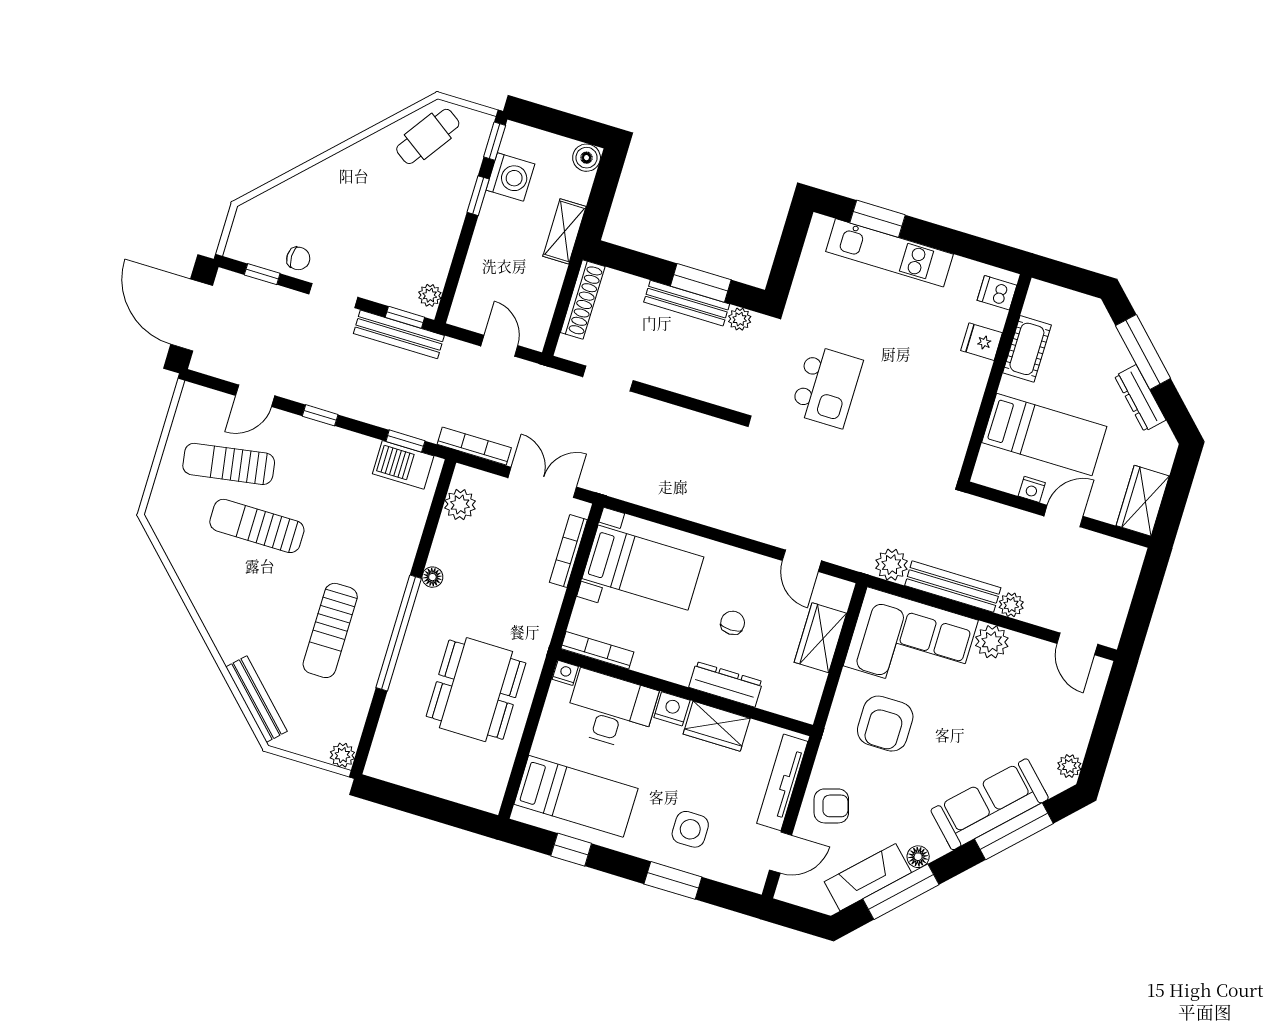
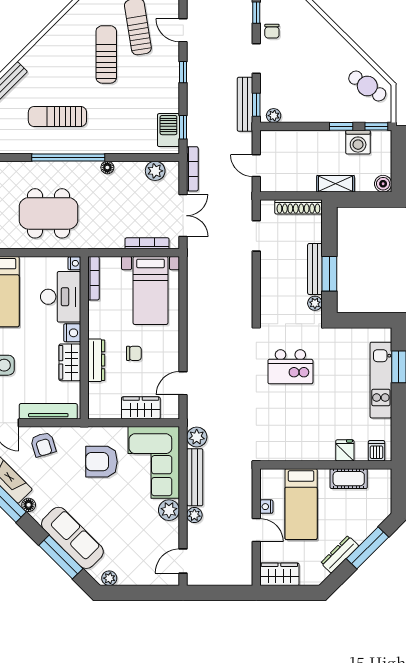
door: (499, 346) -> (256, 166), swing flipped

